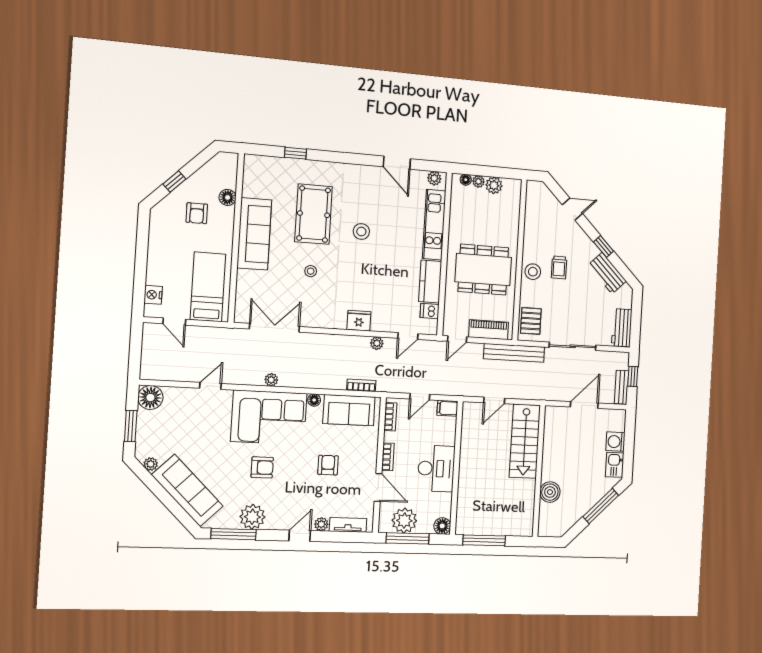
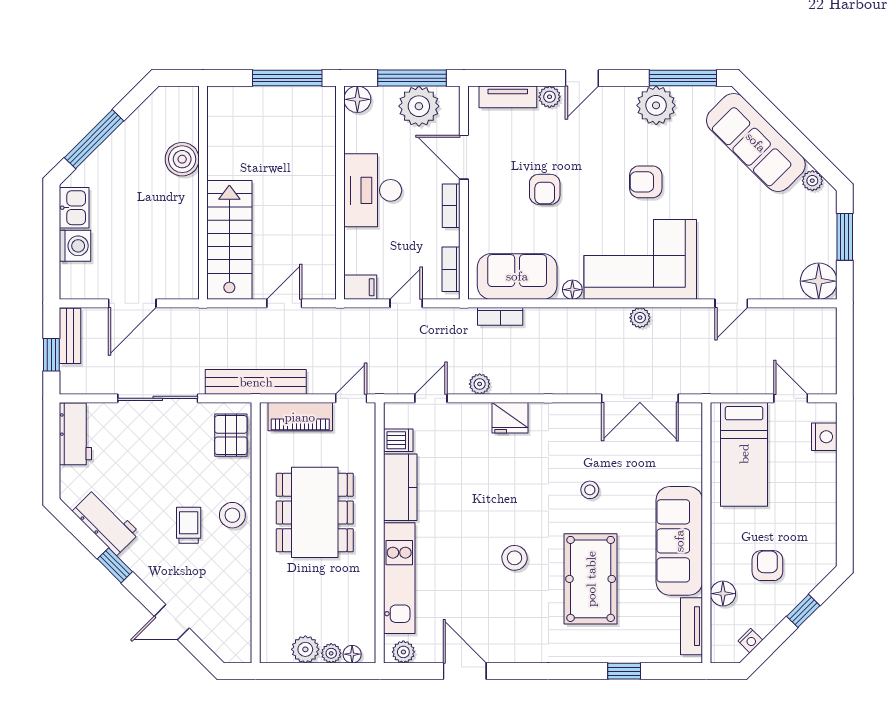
nightstand: (211, 165) -> (750, 641), added
tv unit: (250, 178) -> (692, 626), added
dining table: (483, 270) -> (315, 512), turned 90

